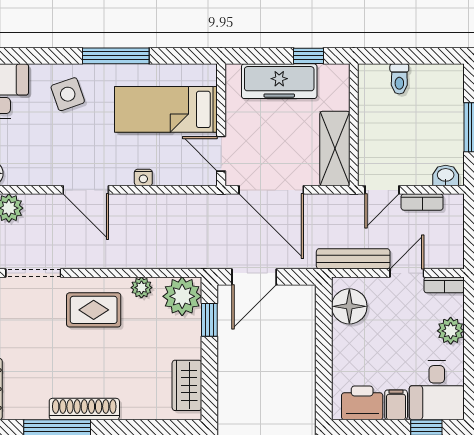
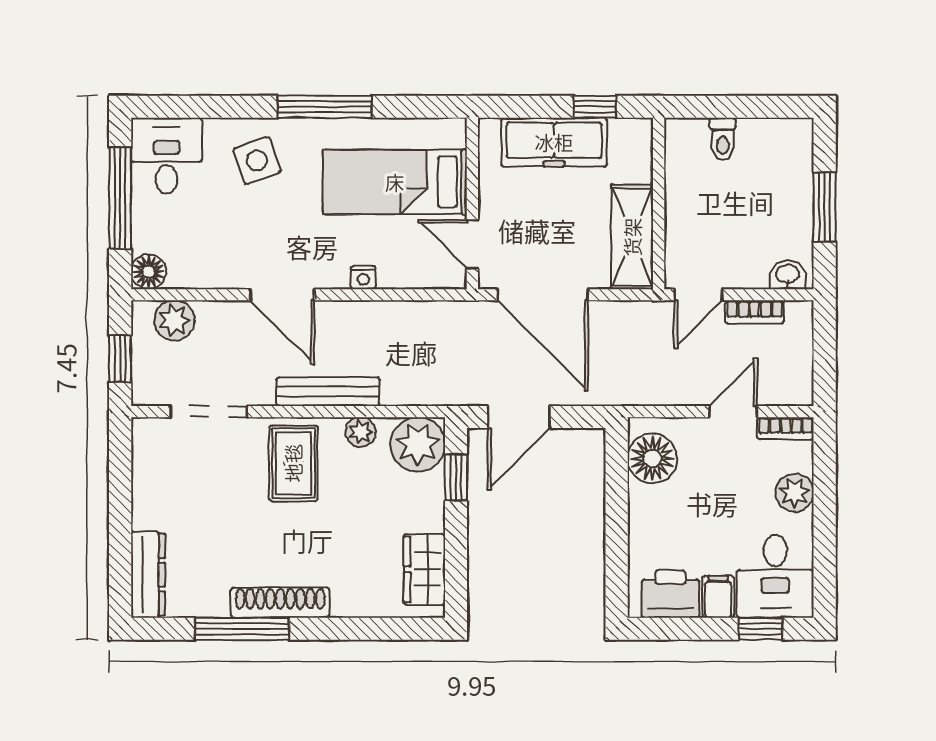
bench: (353, 259) -> (328, 392), moved
rug: (94, 310) -> (293, 463), turned 90

